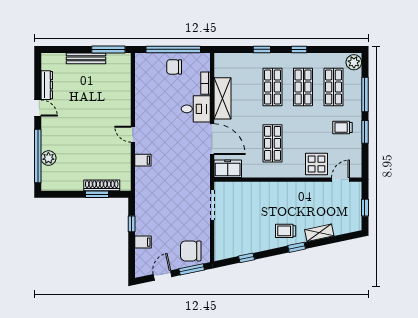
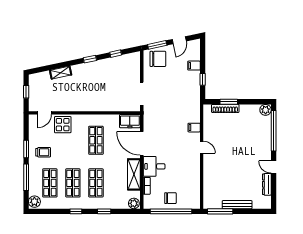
plant: (222, 60) -> (134, 203), added
plant: (48, 158) -> (266, 110), moved
trolley: (286, 231) -> (86, 74), removed
window: (297, 247) -> (90, 59), moved

